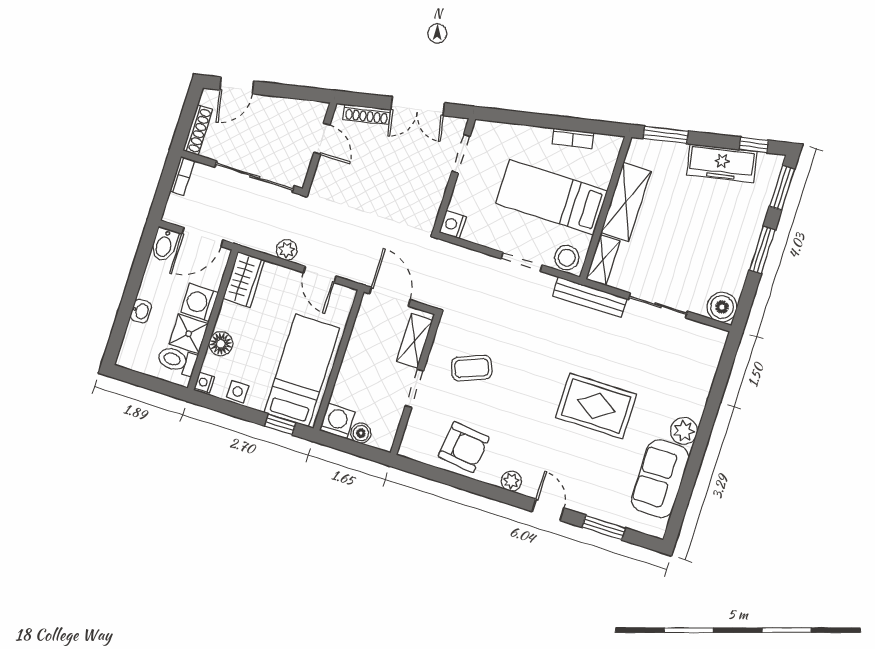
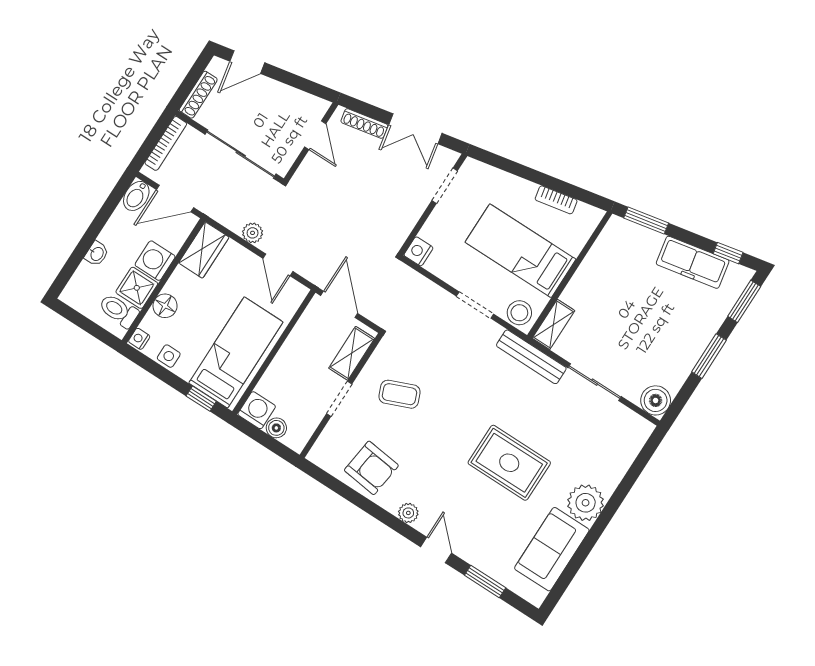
bookcase: (182, 176) -> (166, 143), width x1.56
shelving: (626, 202) -> (591, 275), removed
plant: (684, 431) -> (586, 503), width x1.36, depth x1.36

